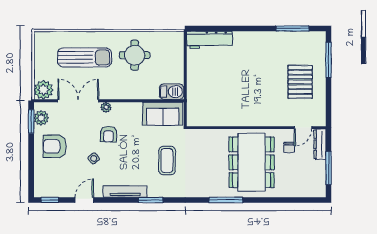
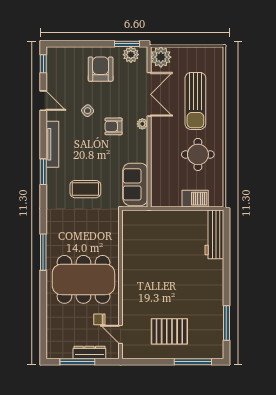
barbecue: (172, 92) -> (195, 199), moved, turned -90
dresser: (320, 144) -> (89, 352), moved

